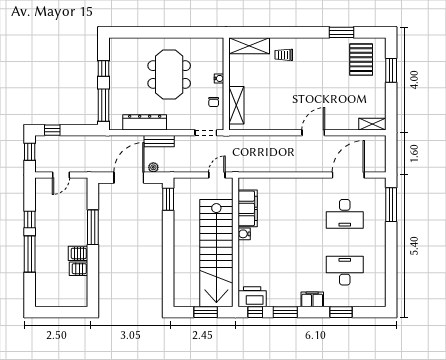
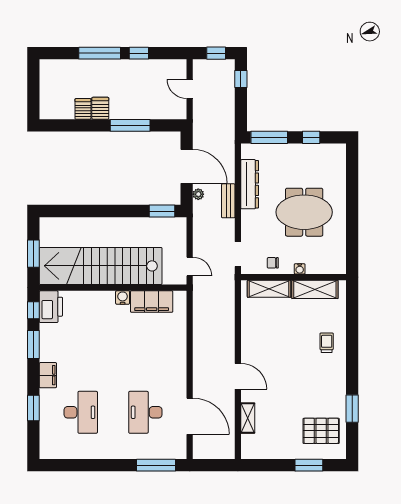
shelving: (249, 46) -> (315, 289), moved, turned 90
shelving: (372, 124) -> (248, 418), moved

